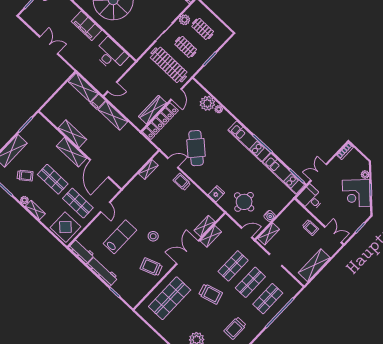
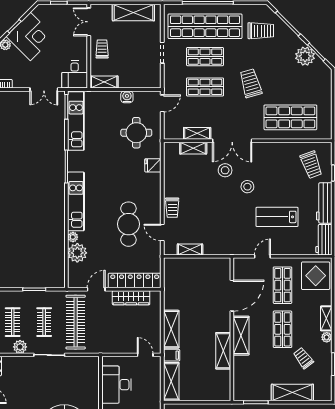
kitchen unit: (249, 141) -> (76, 201), moved
cafe table: (196, 148) -> (128, 224), turned -42
stool: (175, 232) -> (225, 170), added
door: (247, 233) -> (162, 103), swing flipped
shelving: (269, 234) -> (104, 82), moved
trolley: (151, 267) -> (311, 165), moved
shop shelf: (268, 299) -> (205, 26), width x2.00, depth x1.36

